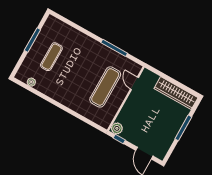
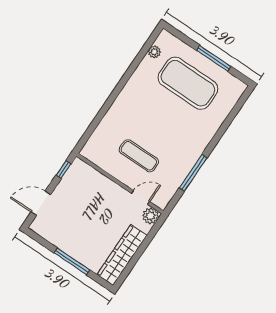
exercise mat: (51, 57) -> (188, 83), width x2.00, depth x1.45
exercise mat: (105, 87) -> (139, 156), width x0.73, depth x0.69
plant: (117, 128) -> (151, 216), moved

